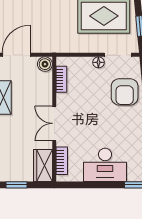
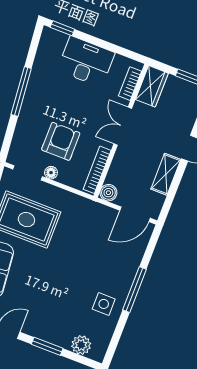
bookcase: (61, 79) -> (97, 170), width x1.56
armchair: (125, 92) -> (61, 141), moved
double door: (54, 123) -> (123, 126), swing flipped

